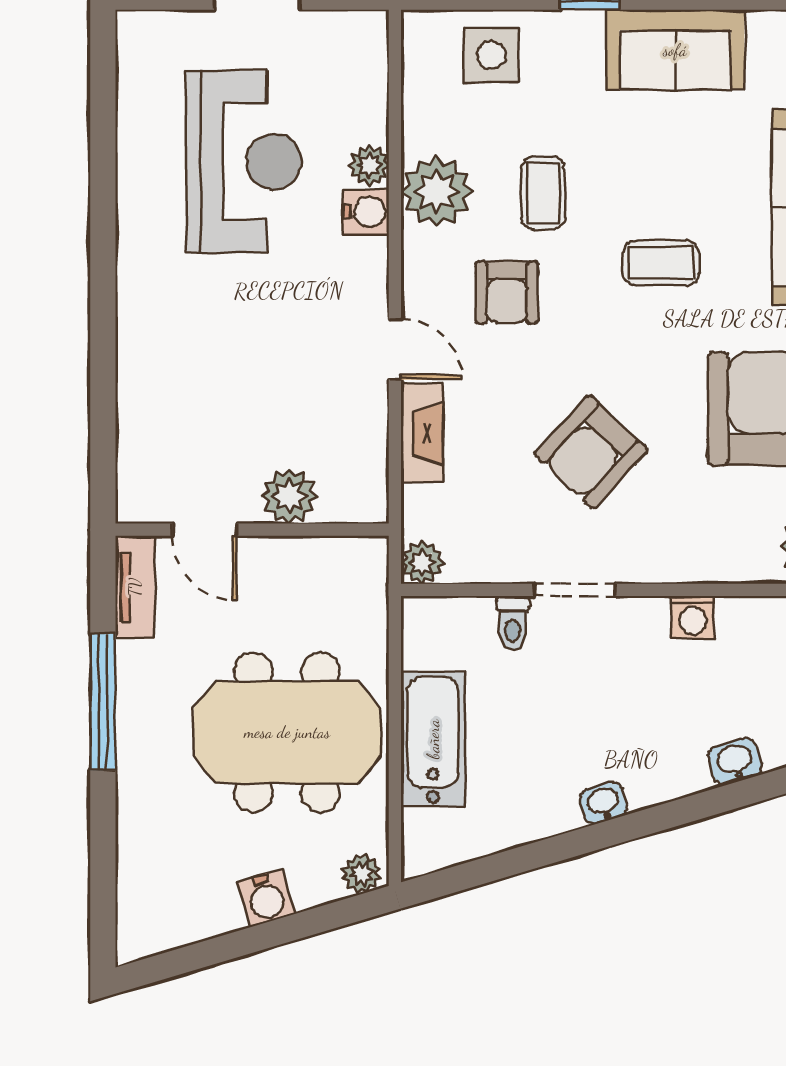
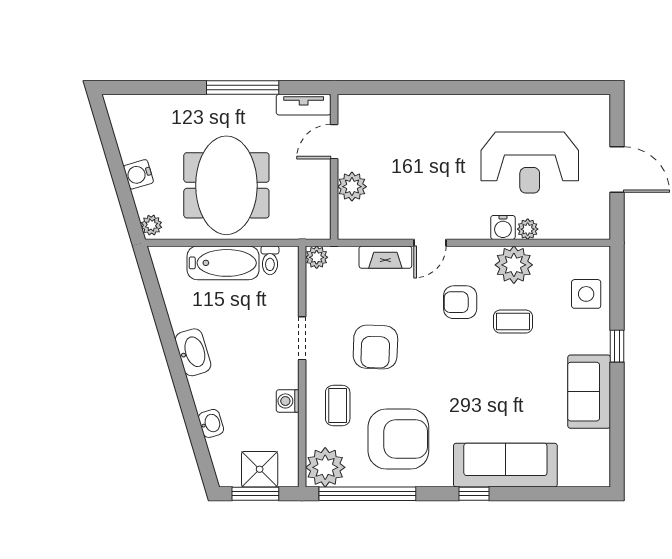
coffee table: (661, 263) -> (338, 405), moved
armchair: (591, 452) -> (375, 347), turned -131
toilet: (513, 623) -> (270, 260), moved, turned -90
washbasin: (603, 803) -> (193, 352), width x1.91, depth x1.45

